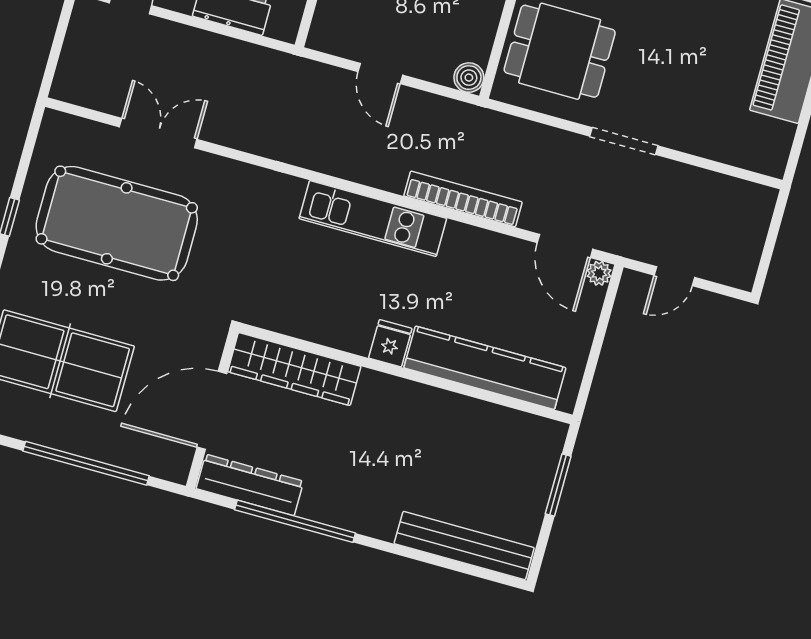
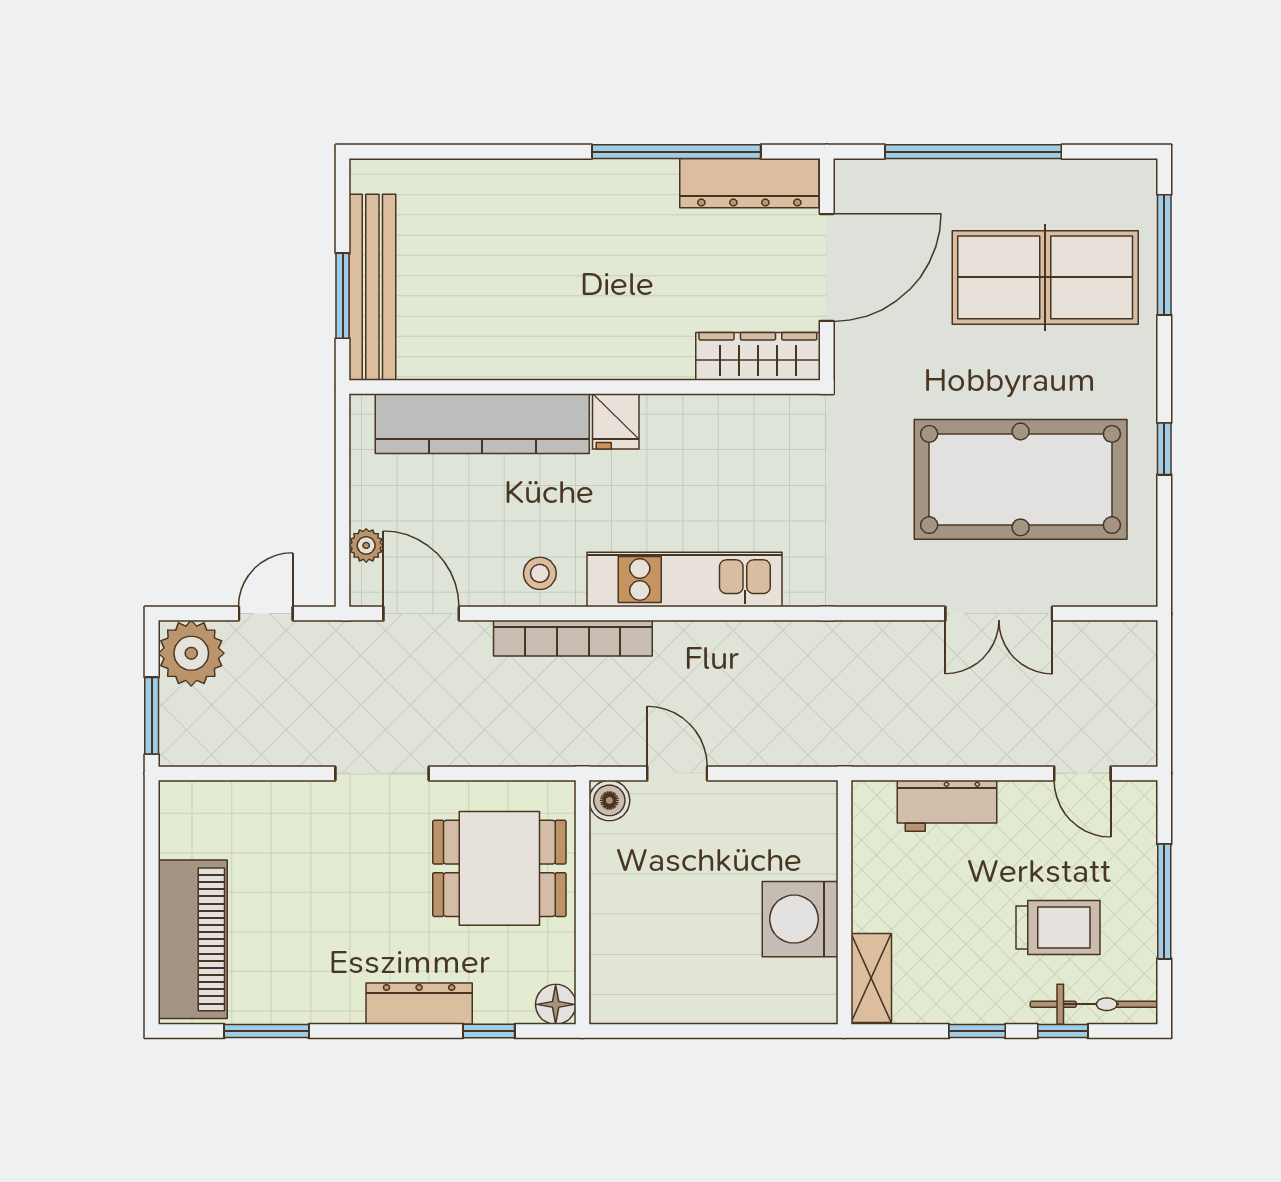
door: (380, 73) -> (677, 773), moved
window: (775, 227) -> (152, 716), added
stool: (474, 251) -> (540, 573), added
plant: (735, 263) -> (191, 653), added
plant: (599, 273) -> (366, 545), moved
wardrobe: (294, 369) -> (758, 356), width x0.71, depth x0.85
bench: (464, 546) -> (372, 287), moved, turned 90

